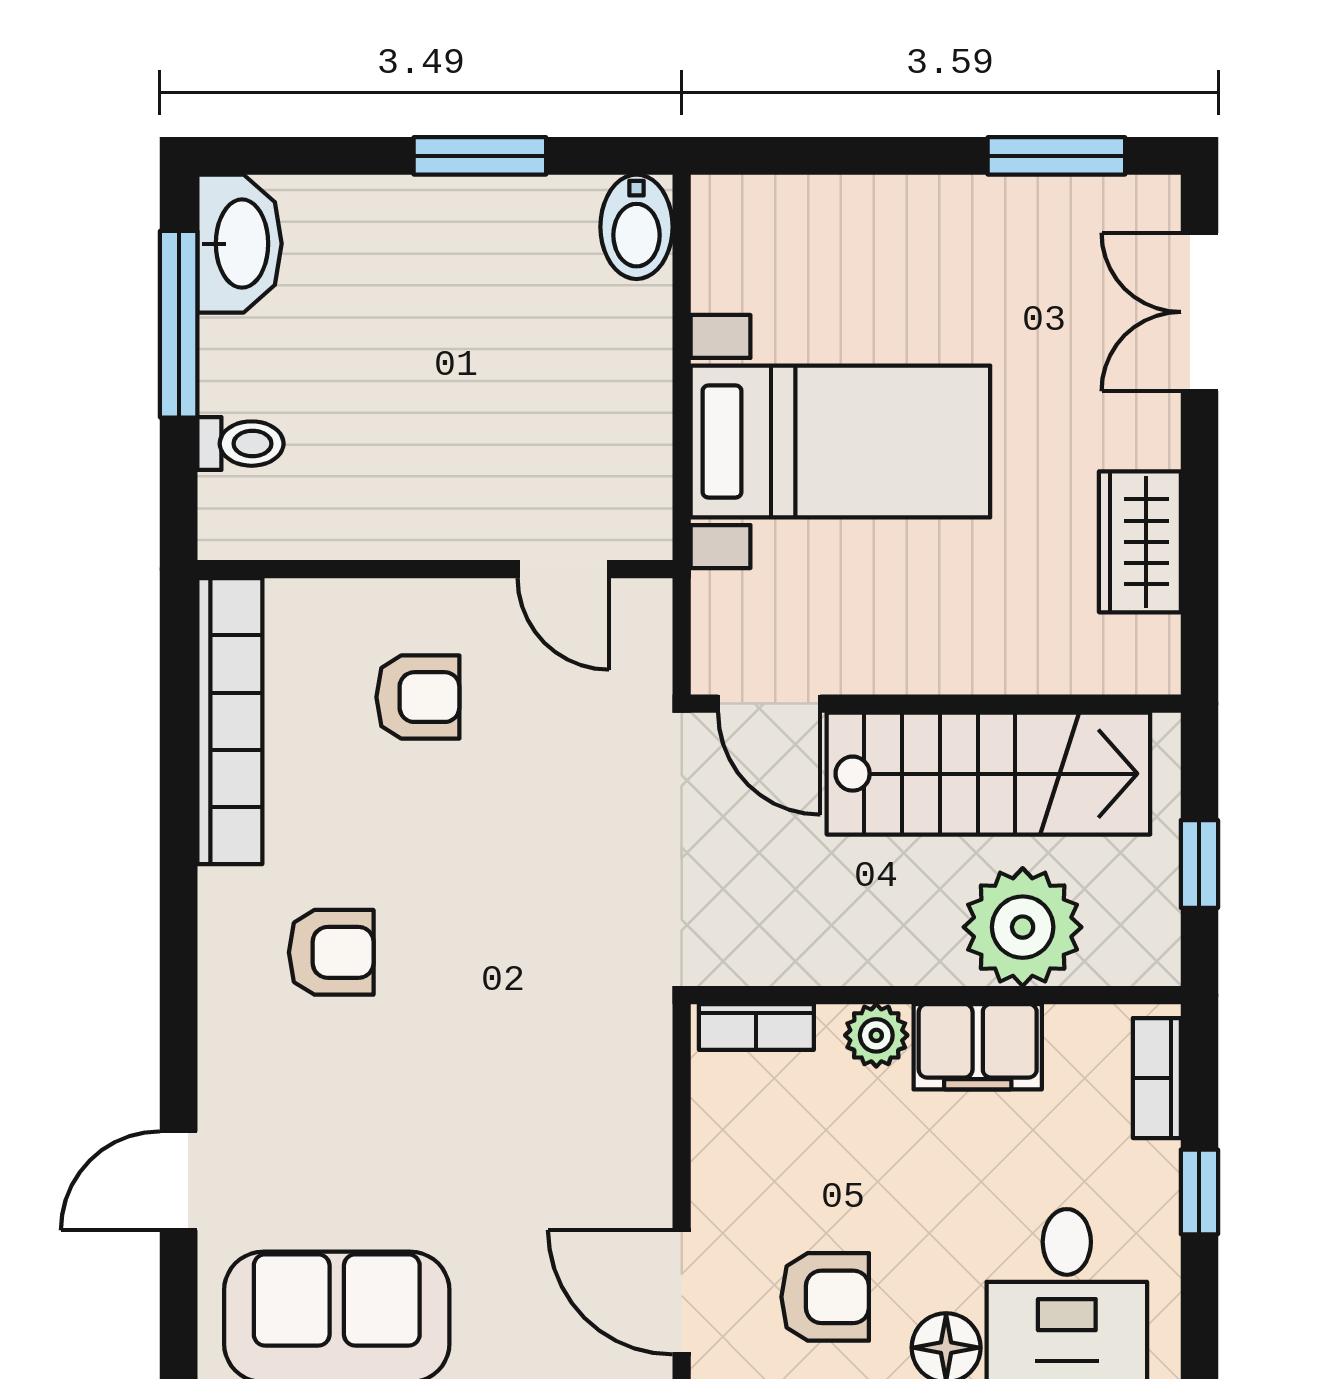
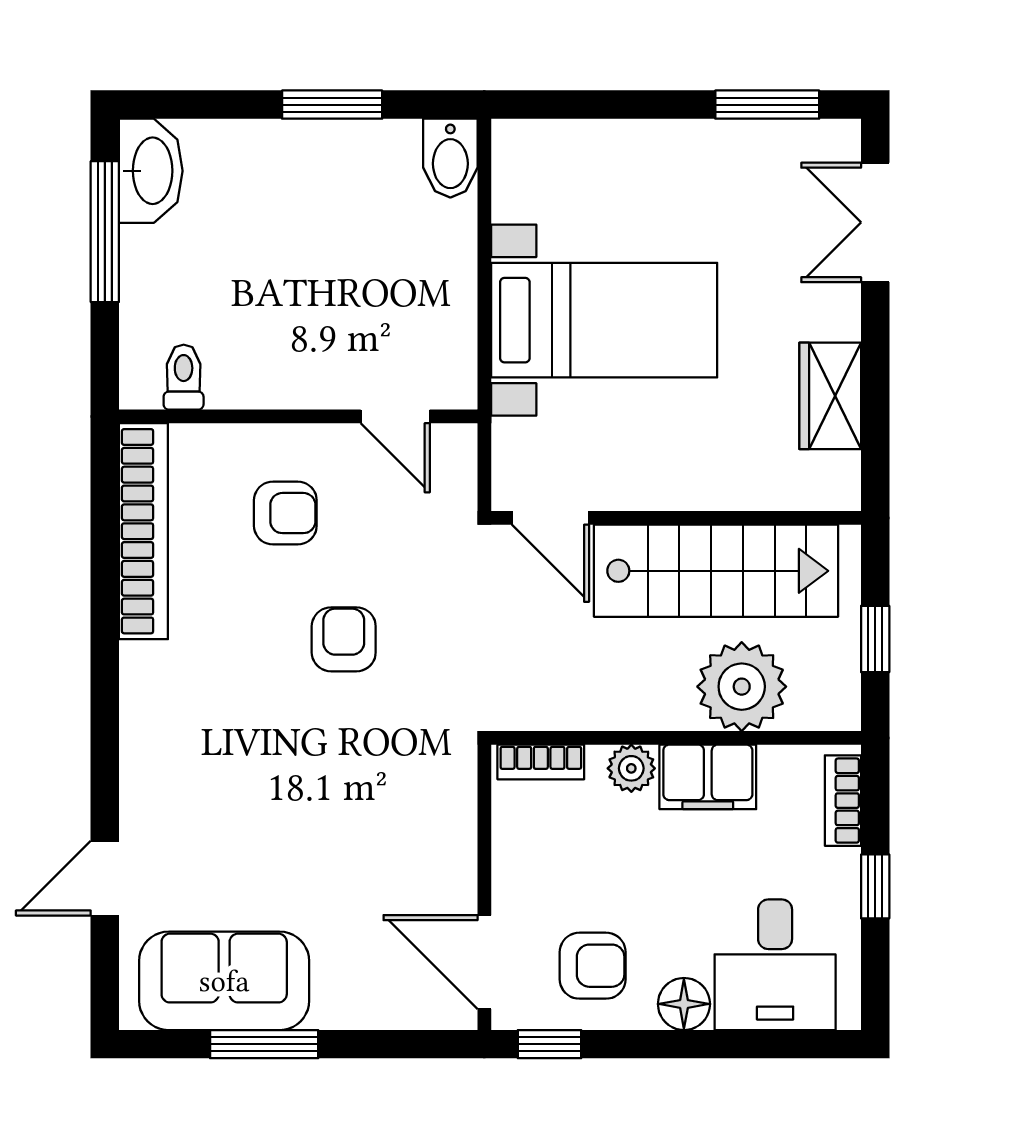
toilet: (240, 444) -> (184, 377), moved, turned -90
armchair: (331, 952) -> (344, 639), moved, turned -90

